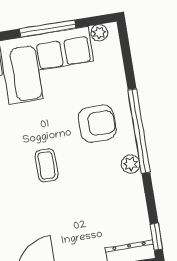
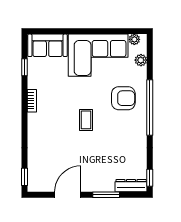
window: (48, 28) -> (101, 31), removed
plant: (131, 164) -> (141, 60), moved

